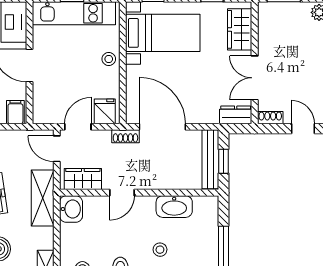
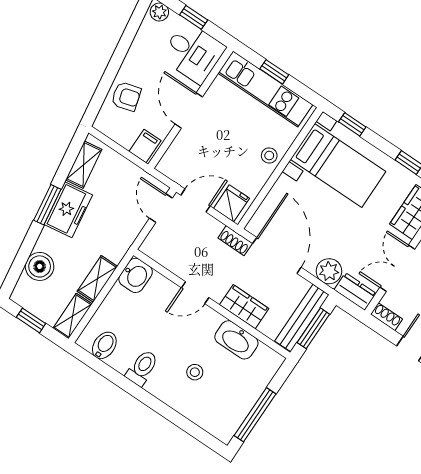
plant: (207, 113) -> (329, 271), added
window: (224, 161) -> (313, 328), width x1.50
wardrobe: (83, 179) -> (244, 307), moved
shelving: (43, 198) -> (97, 279), moved, width x0.67, depth x0.75

